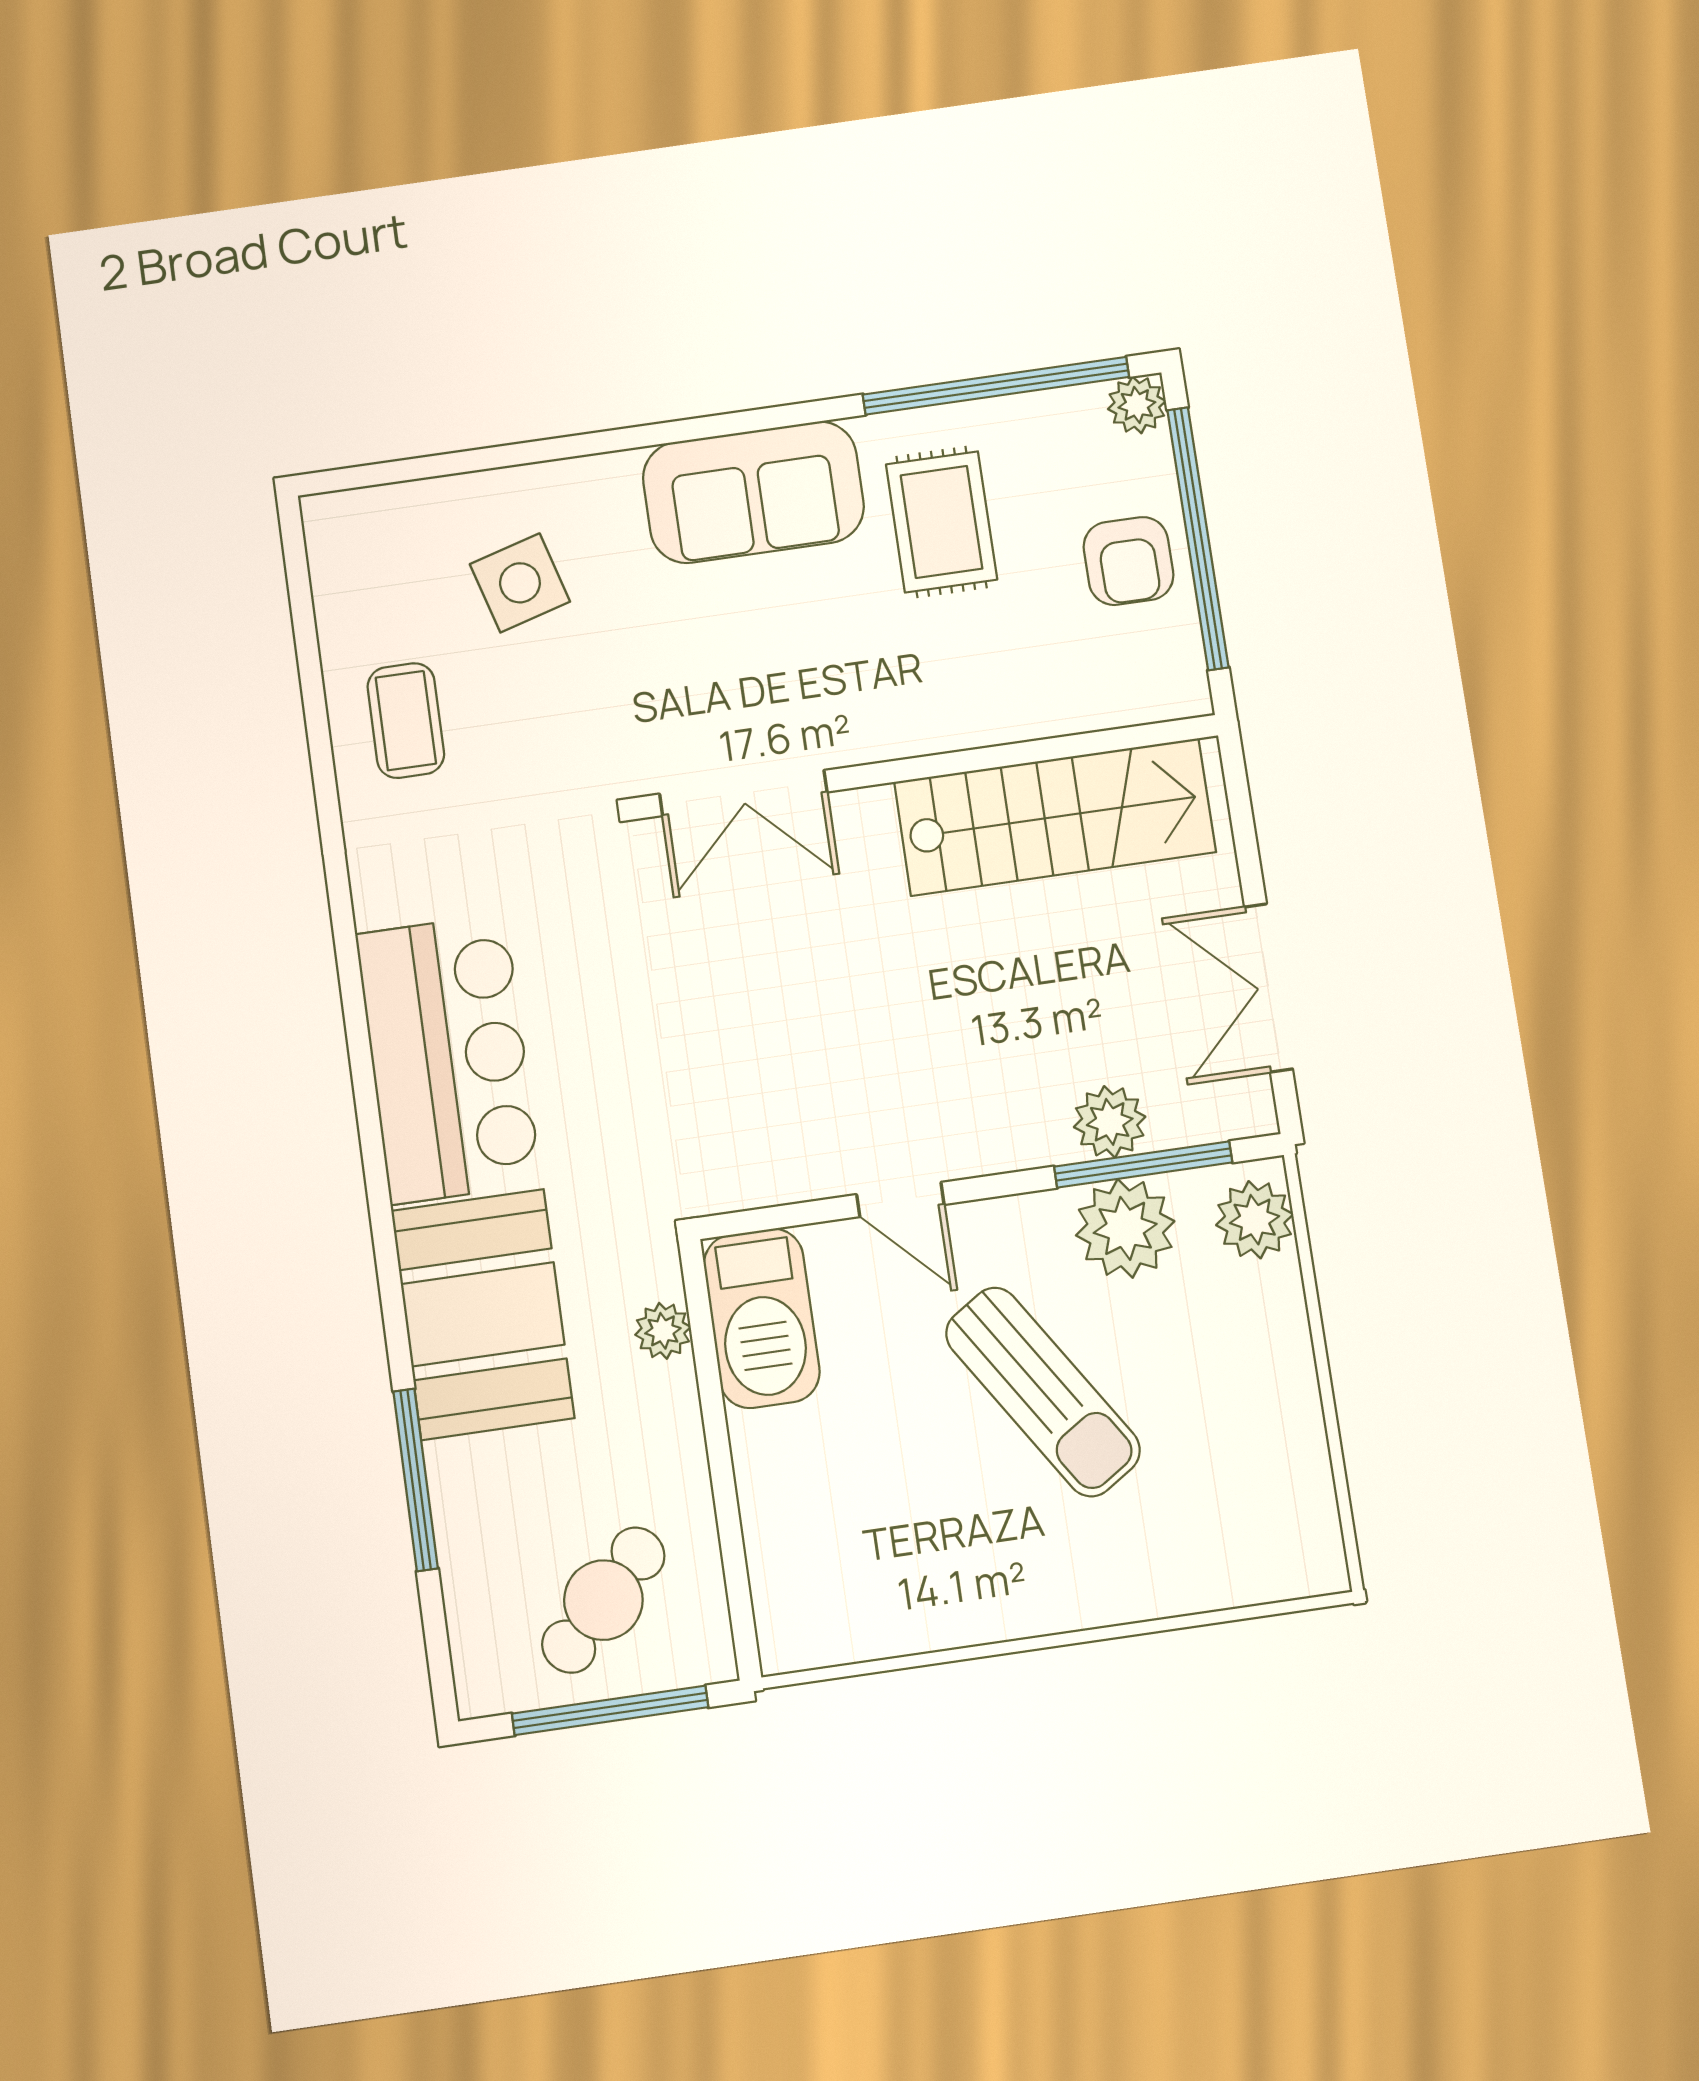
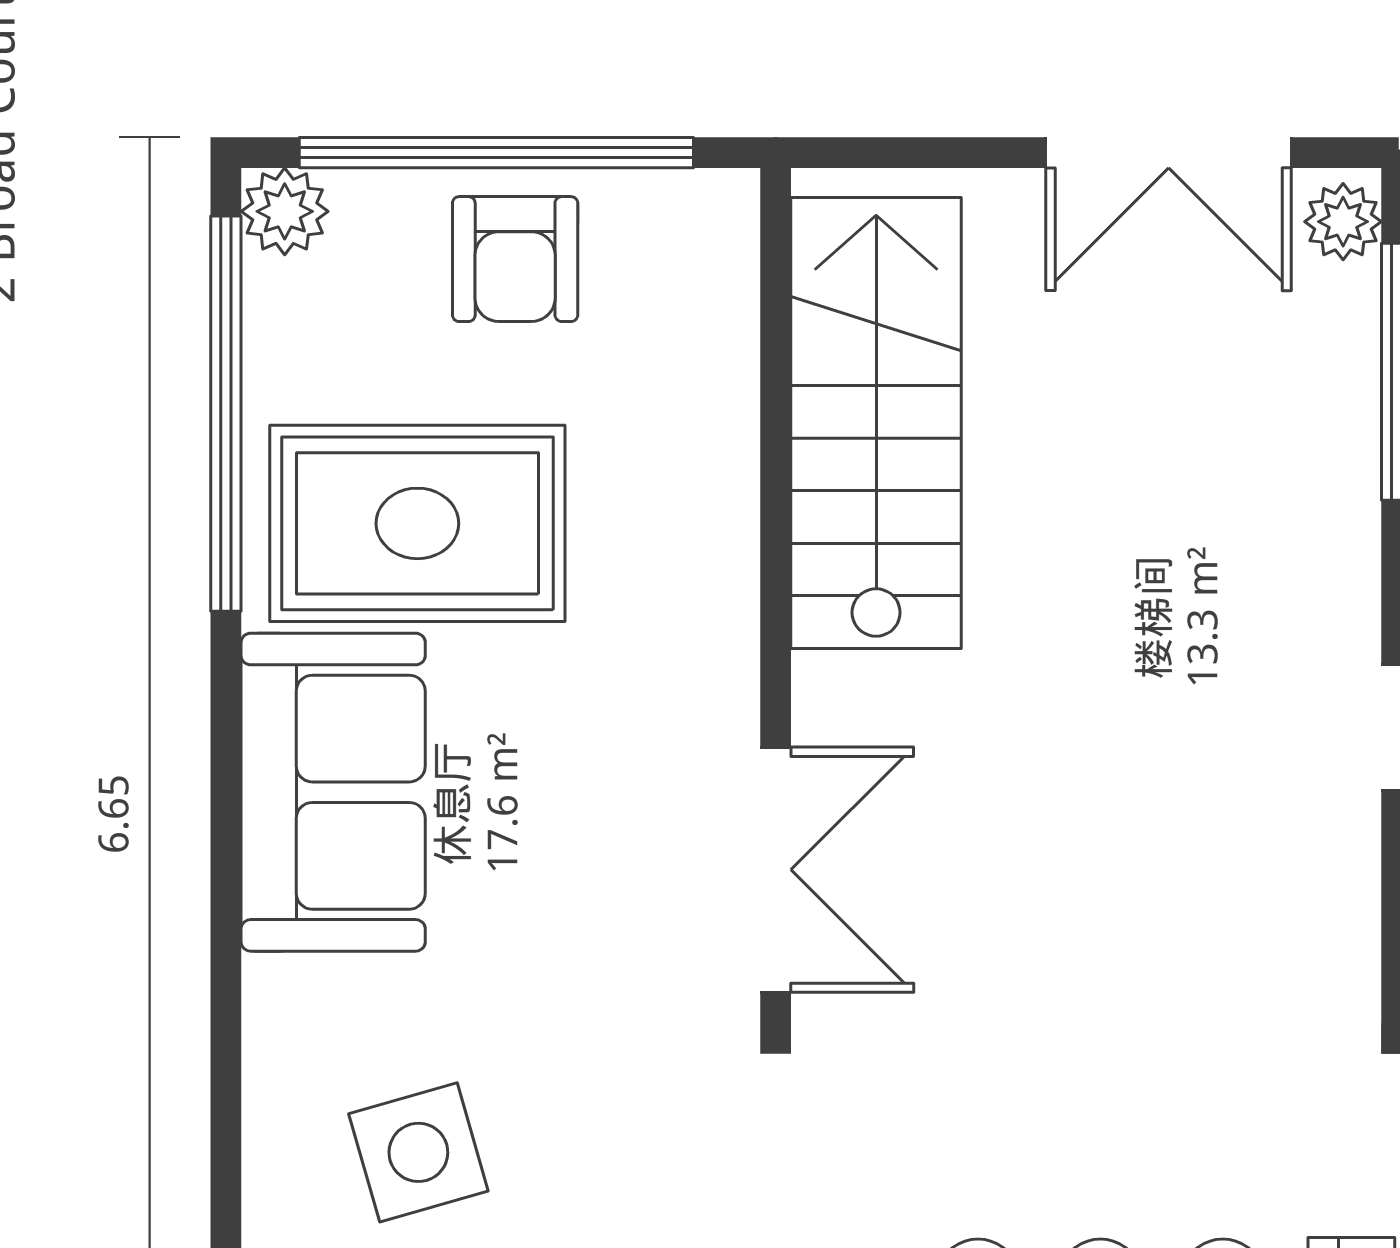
rug: (941, 522) -> (417, 523), width x1.36, depth x1.43
armchair: (1128, 561) -> (515, 259), turned 90
plant: (1110, 1122) -> (1343, 222), moved, width x0.73, depth x0.73

